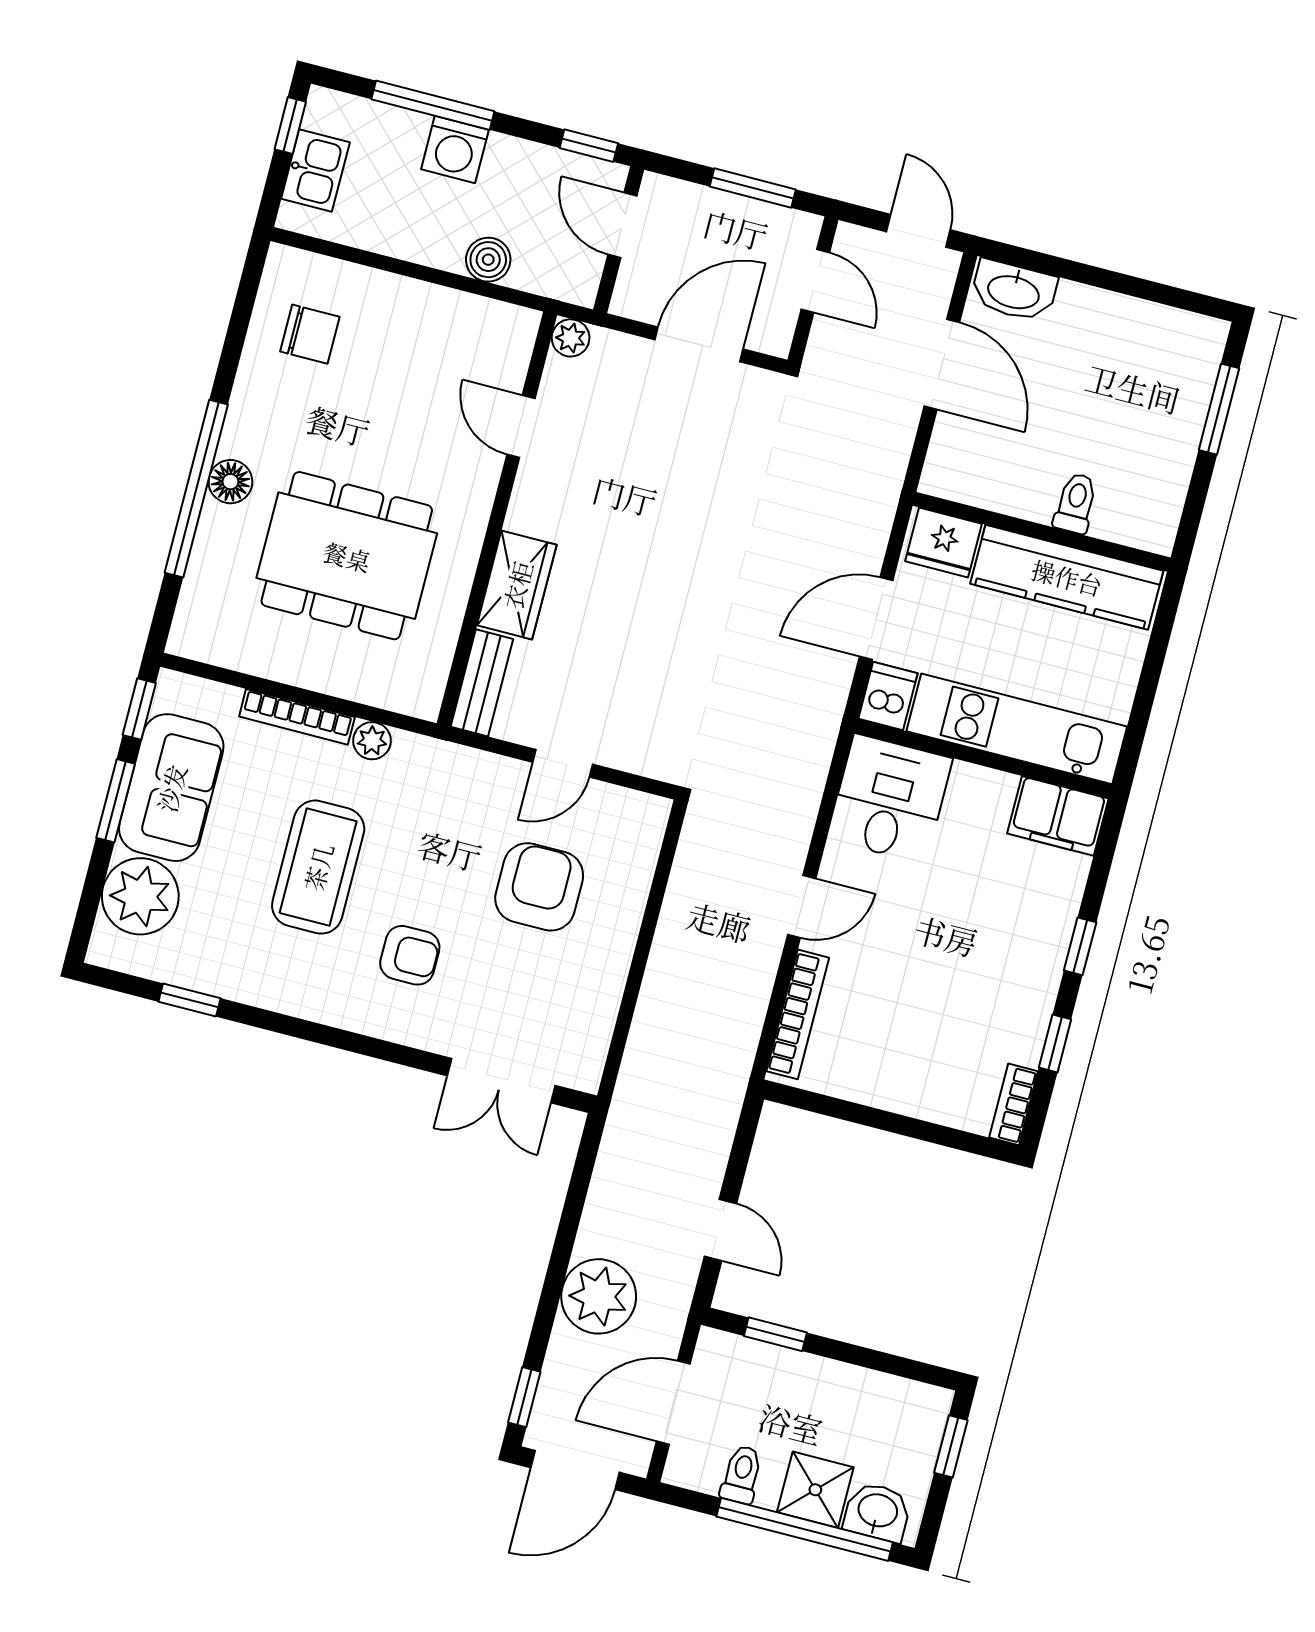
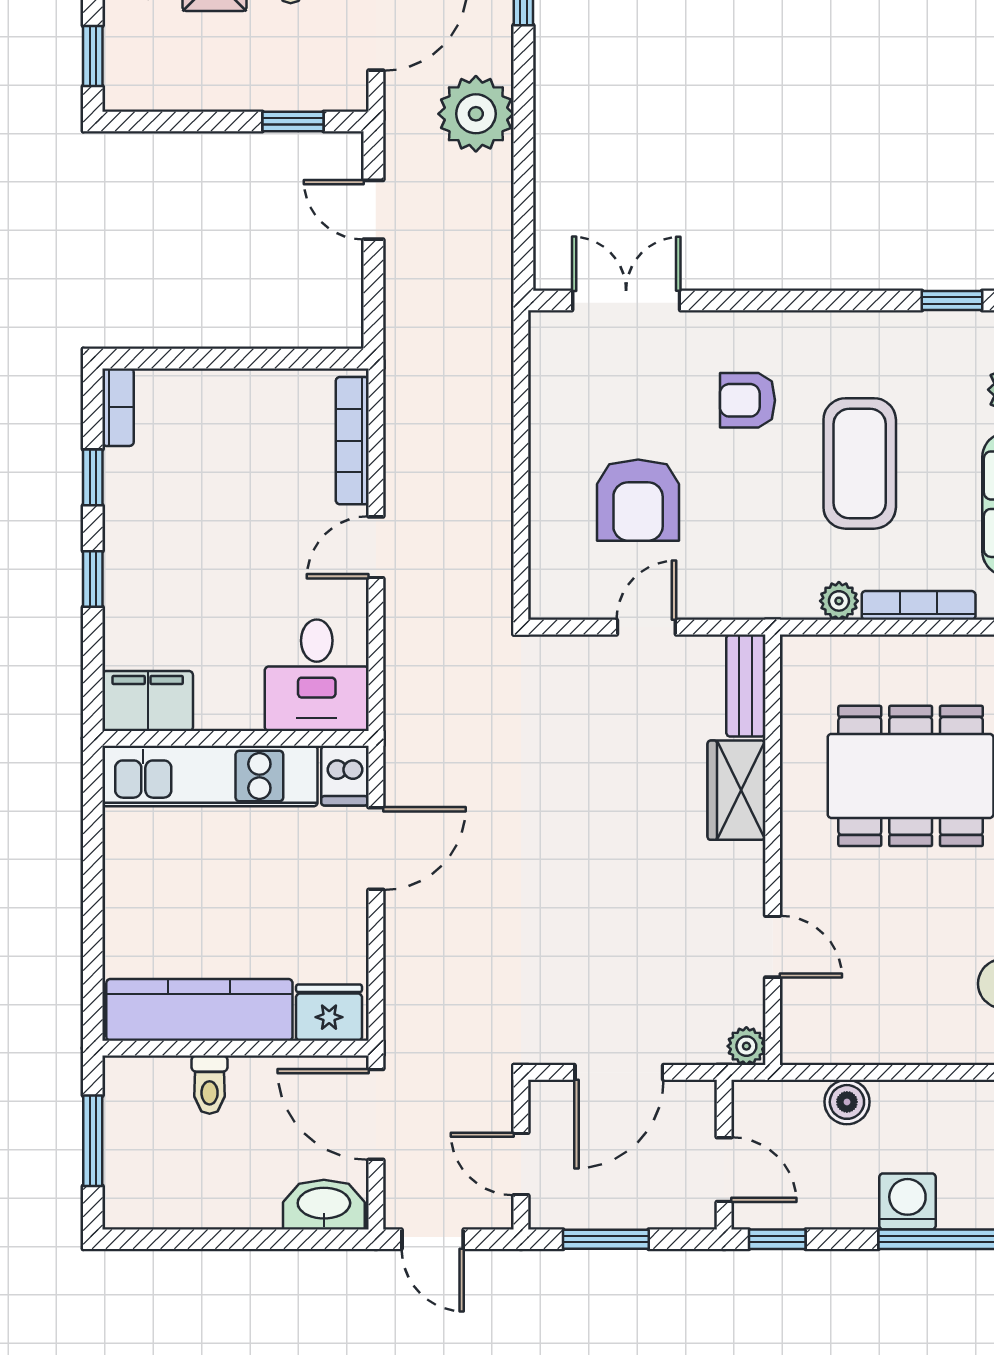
toilet: (1076, 503) -> (210, 1085), moved
wall: (1042, 532) -> (235, 1048), moved
fridge: (943, 543) -> (329, 1013), moved
kitchen counter: (1067, 577) -> (199, 1010), moved

